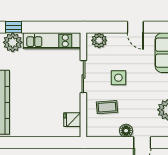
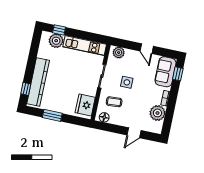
fridge: (72, 120) -> (85, 105), width x1.88, depth x1.34
floor lamp: (126, 131) -> (104, 117), moved
window: (29, 143) -> (52, 115), added

